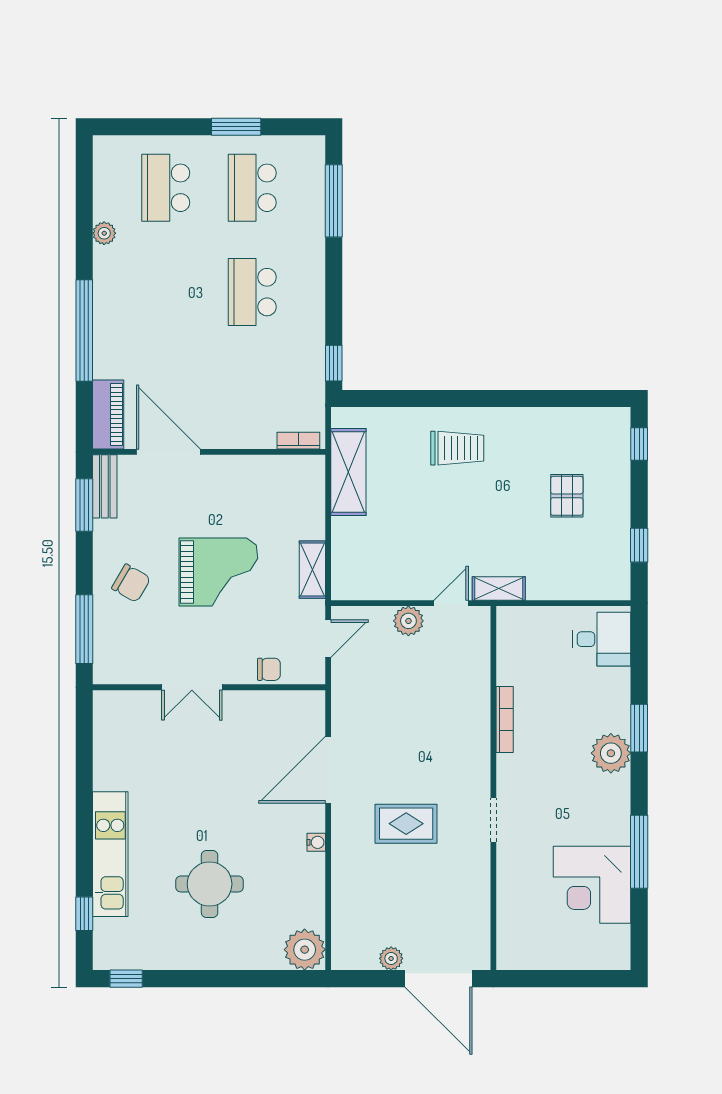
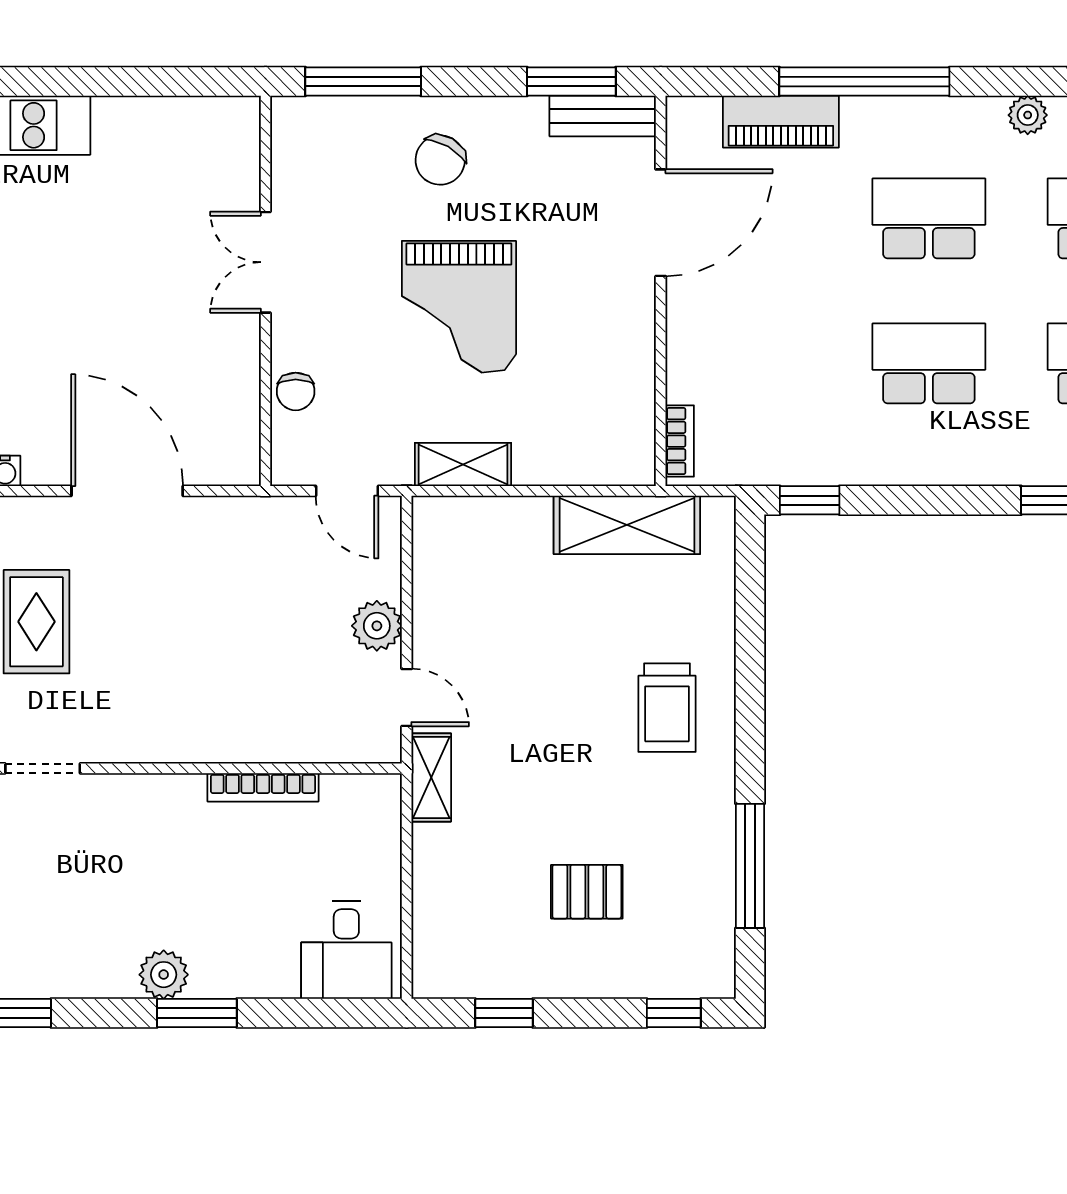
school desk: (166, 292) -> (929, 218), added
window: (551, 399) -> (750, 866), added
piano: (108, 414) -> (781, 122), moved
bookcase: (505, 719) -> (263, 787), moved
plant: (611, 753) -> (164, 975), width x0.73, depth x0.73

